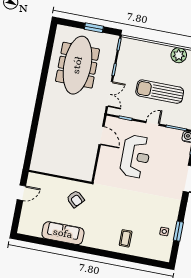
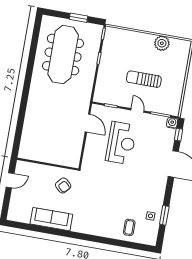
sun lounger: (160, 92) -> (144, 79), width x0.73, depth x0.75
double door: (109, 94) -> (95, 82), removed
door: (153, 123) -> (137, 110), hinge flipped
coffee table: (126, 238) -> (129, 227), moved

